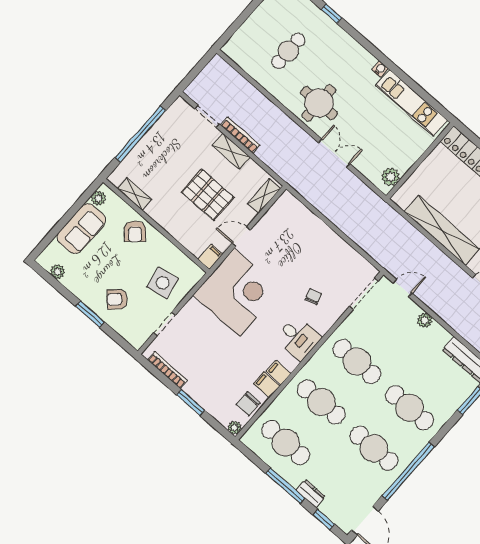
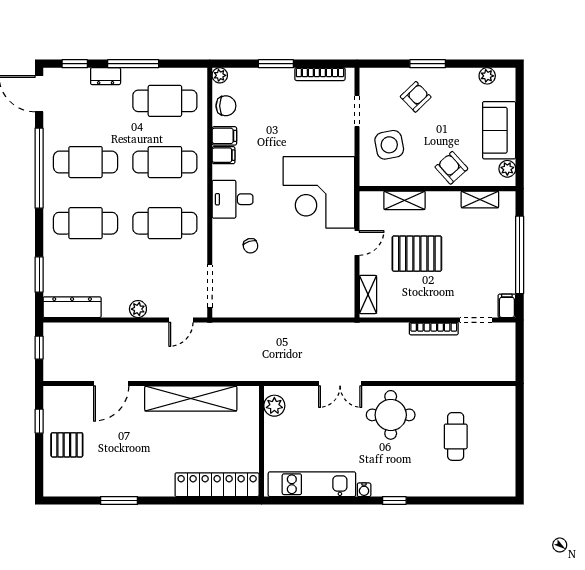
window: (331, 14) -> (394, 501), moved
shelving: (231, 151) -> (404, 200), moved
filing cabinet: (210, 257) -> (507, 306), moved, turned 180
chair: (248, 404) -> (226, 106), turned 90

